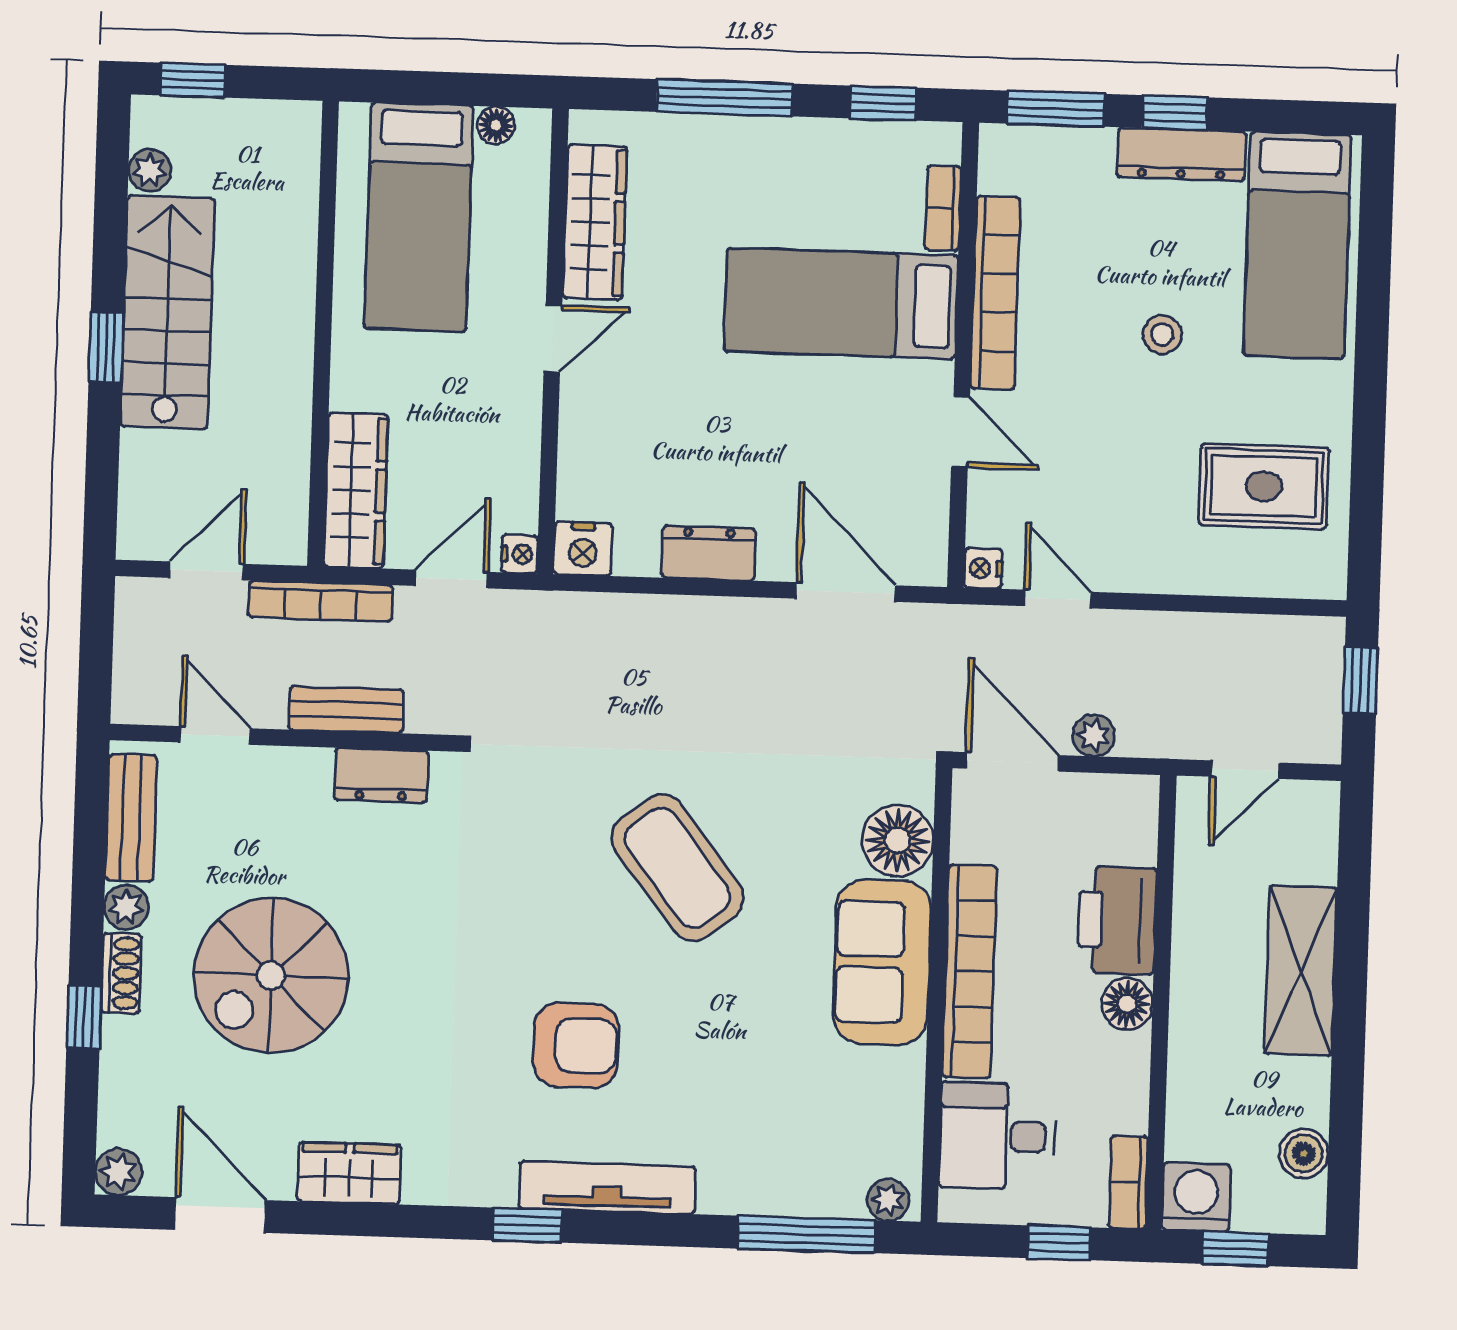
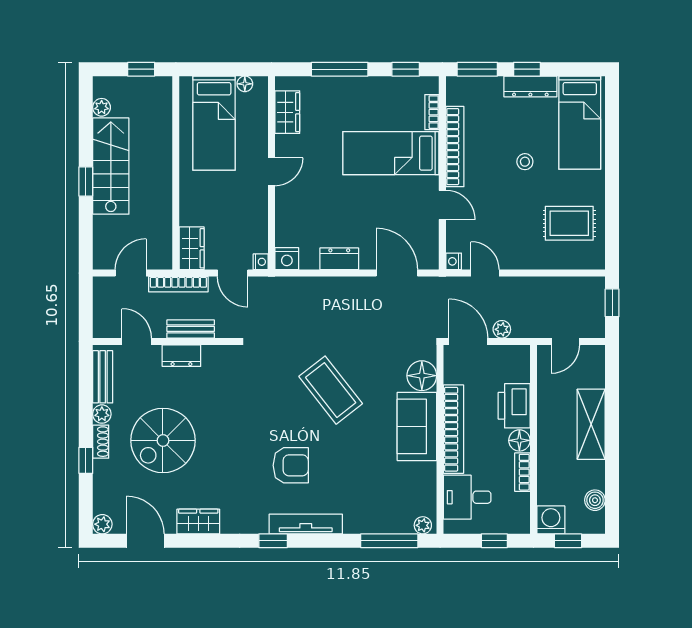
window: (193, 80) -> (141, 69), moved
wardrobe: (595, 222) -> (287, 112), width x0.67
wardrobe: (356, 490) -> (192, 248), width x0.67
door: (451, 579) -> (233, 273), swing flipped
dresser: (381, 775) -> (181, 356), moved
bookcase: (1128, 1182) -> (522, 472), moved

